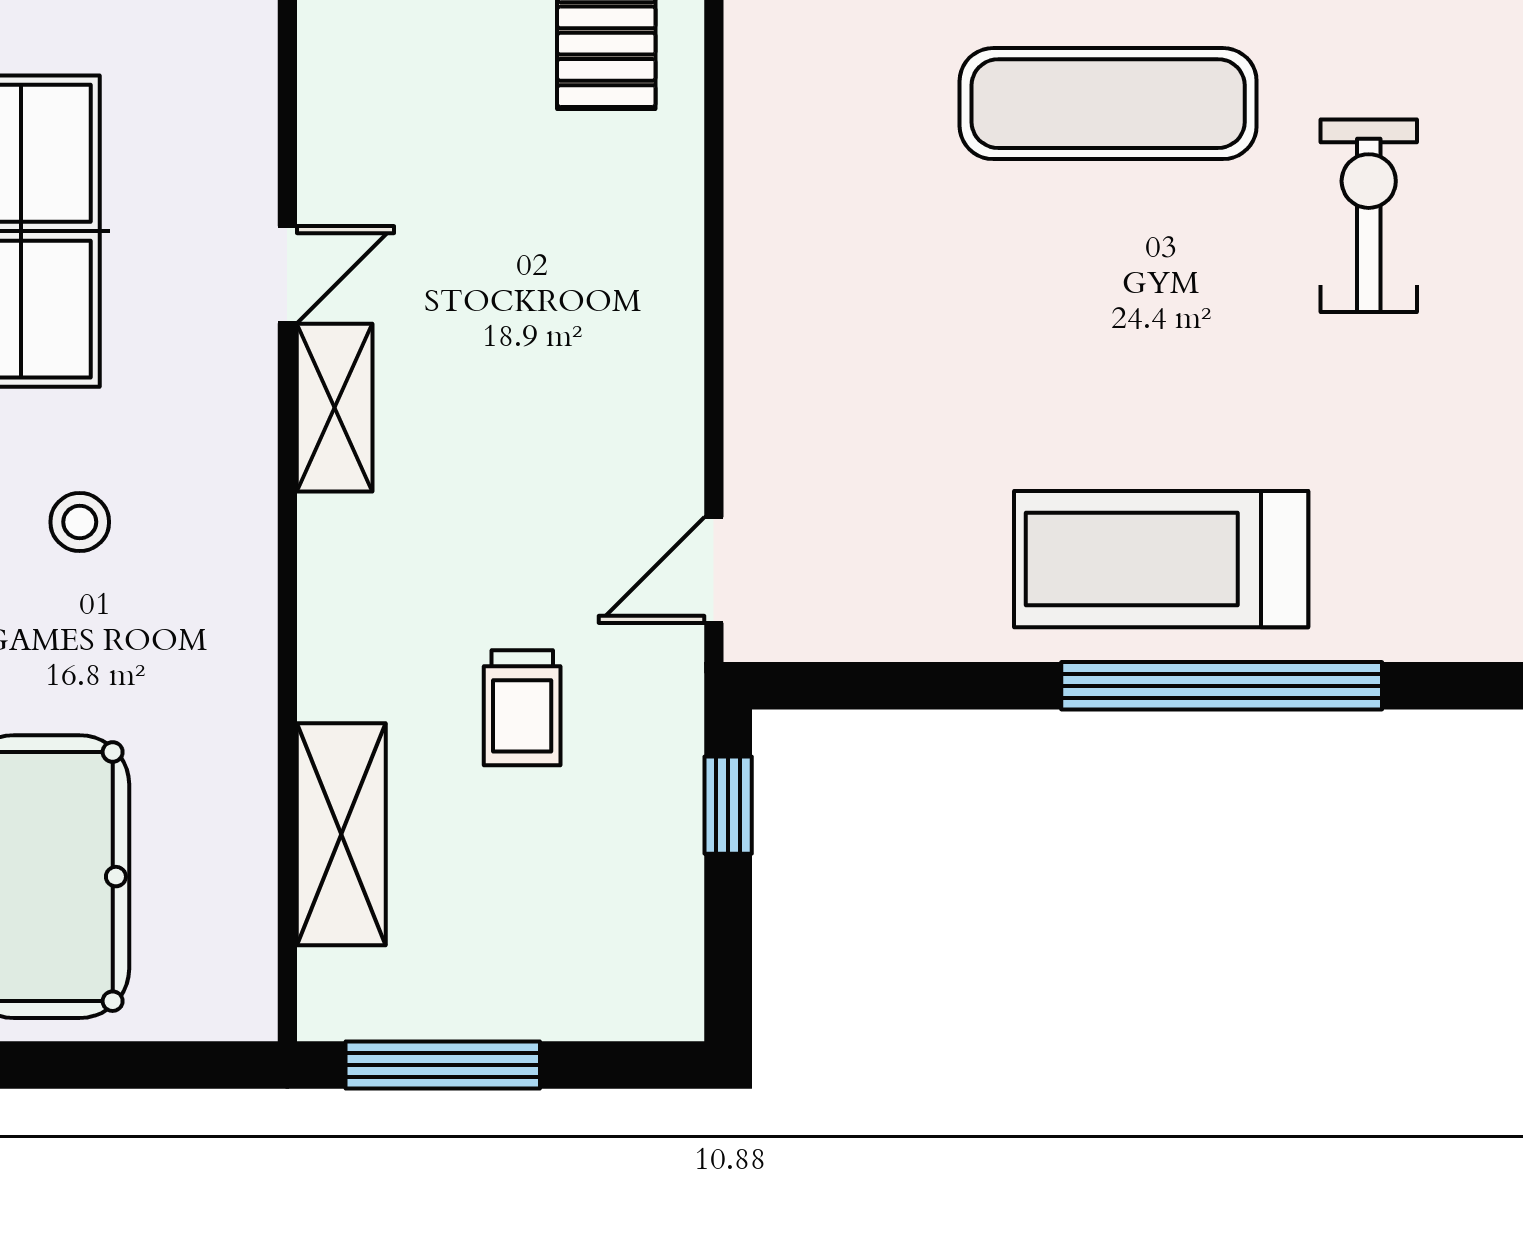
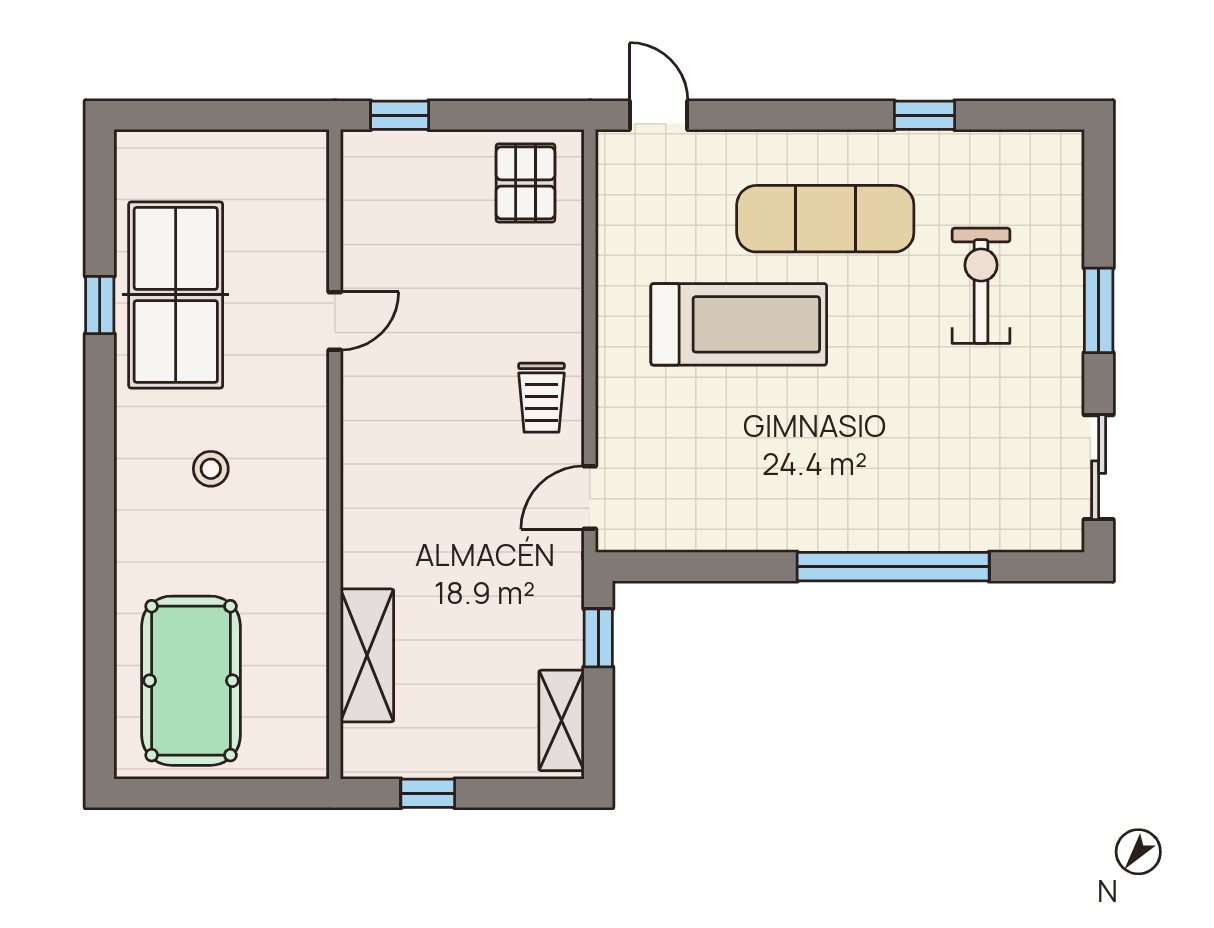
shelving: (335, 408) -> (561, 720), moved
treadmill: (1161, 559) -> (739, 324), moved, turned 180
trolley: (522, 708) -> (541, 398), moved
window: (443, 1065) -> (428, 793), width x0.46

